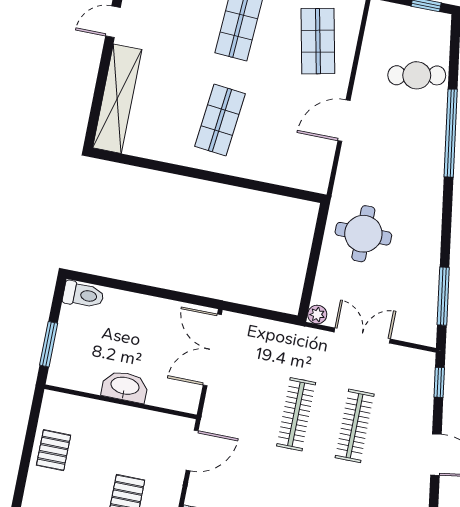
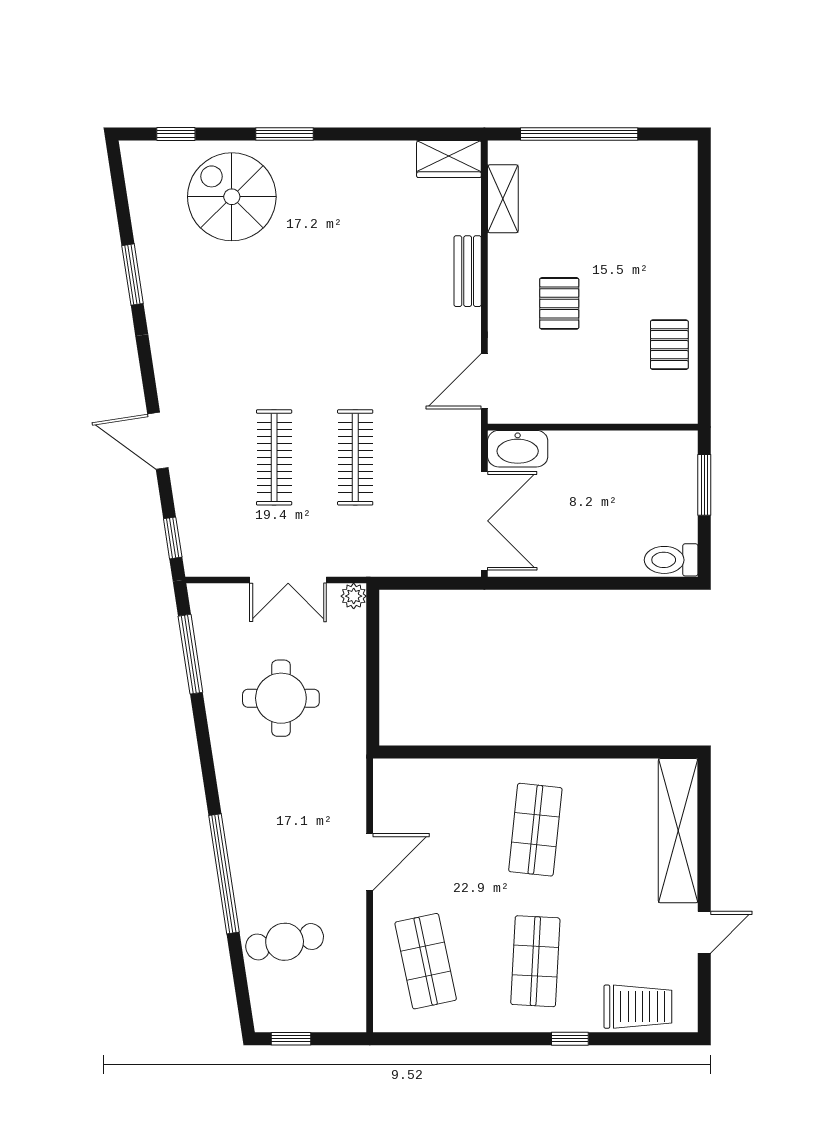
round table: (363, 234) -> (281, 698), moved
washbasin: (125, 387) -> (518, 449), moved

